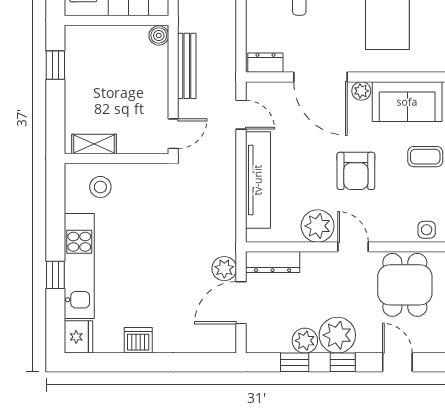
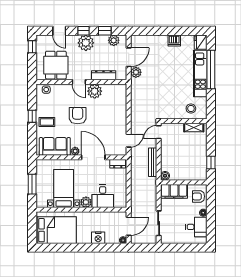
door: (241, 115) -> (129, 141), swing flipped
tv unit: (258, 180) -> (121, 112), removed
dresser: (273, 262) -> (104, 75), moved
window: (55, 275) -> (211, 70), width x3.17
plant: (305, 341) -> (114, 40), moved

